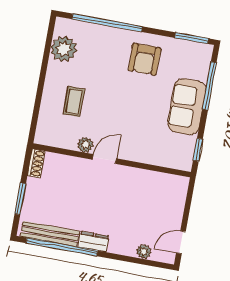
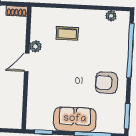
plant: (64, 49) -> (111, 16), width x0.53, depth x0.53
door: (104, 159) -> (27, 62), swing flipped

